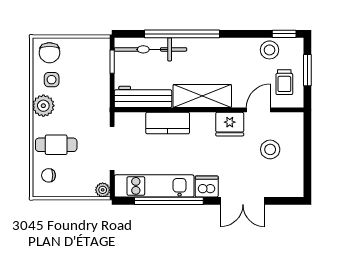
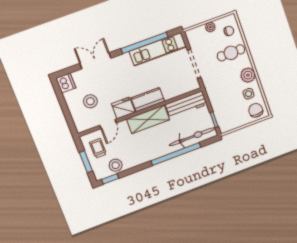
kitchen counter: (168, 123) -> (148, 100), moved
dishwasher: (207, 187) -> (66, 83), moved, turned -90
plant: (103, 190) -> (210, 27), moved

